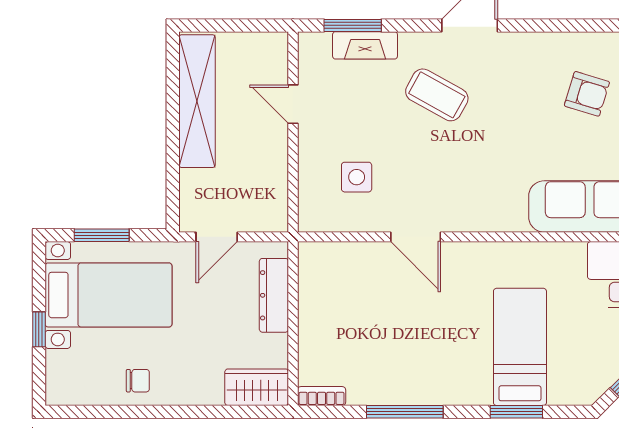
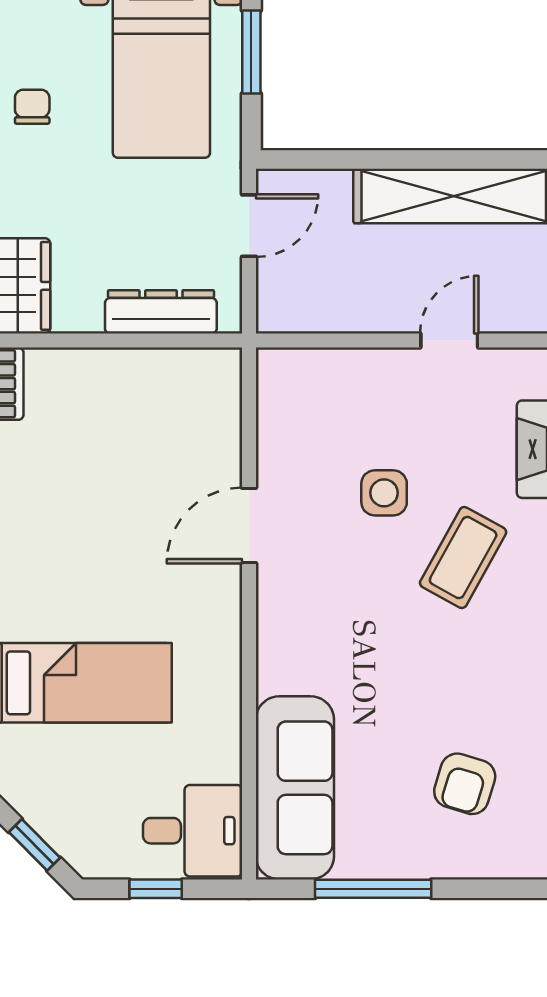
side table: (357, 177) -> (384, 493), moved
door: (217, 237) -> (249, 226), swing flipped
chair: (138, 381) -> (32, 107), turned 180

